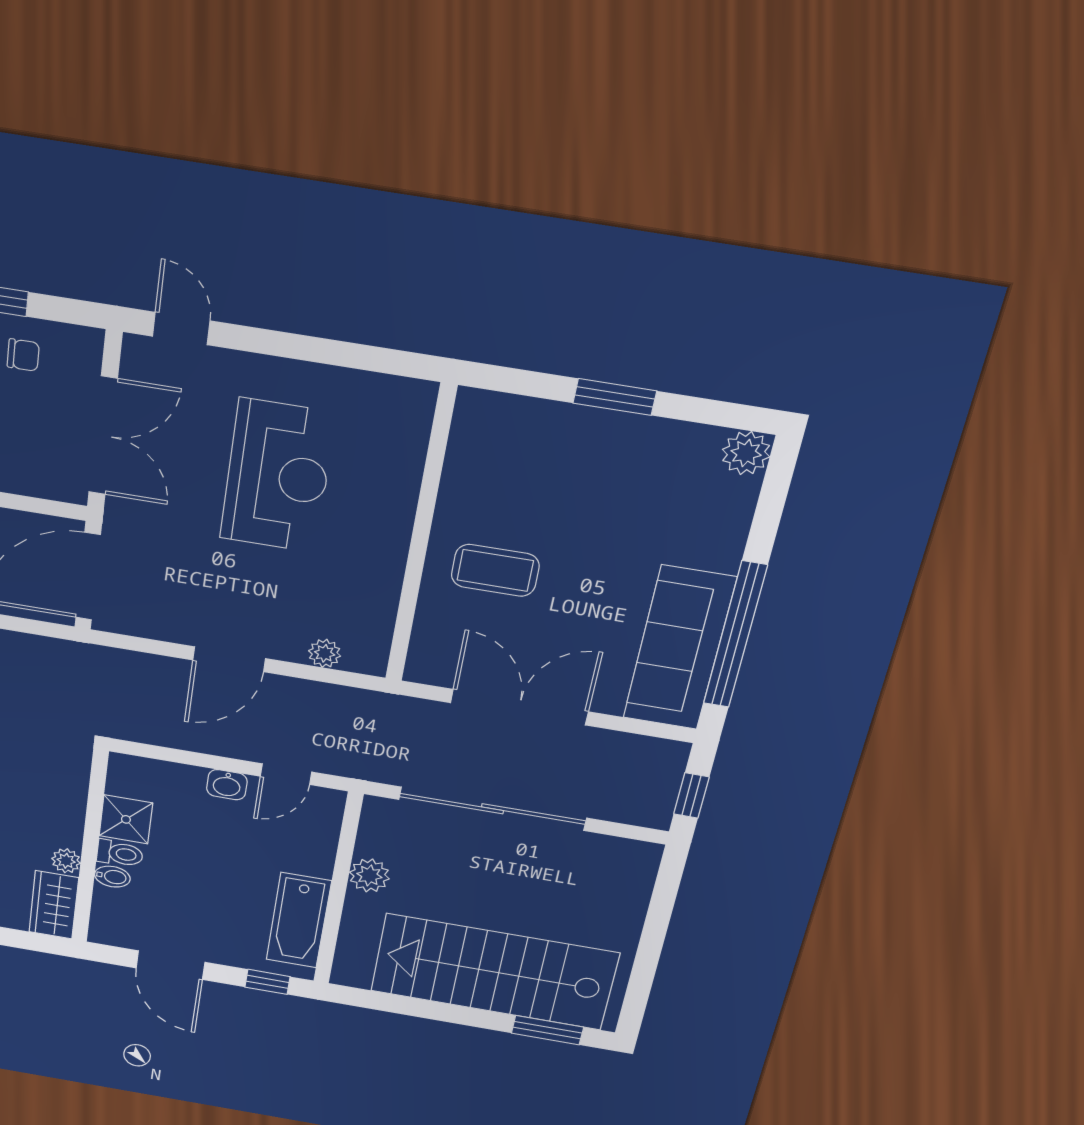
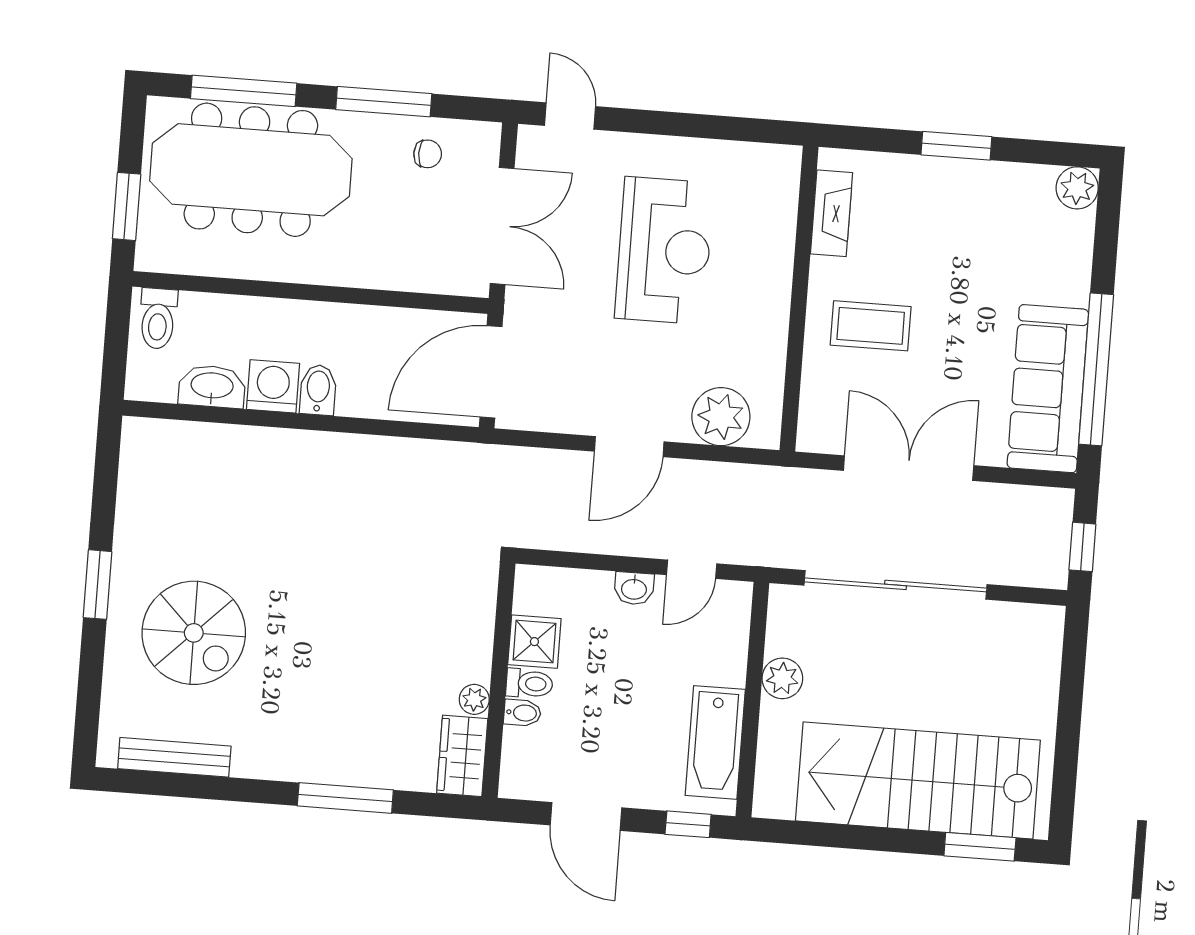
fireplace: (465, 455) -> (832, 213), added
plant: (325, 653) -> (721, 417), width x1.87, depth x1.87

